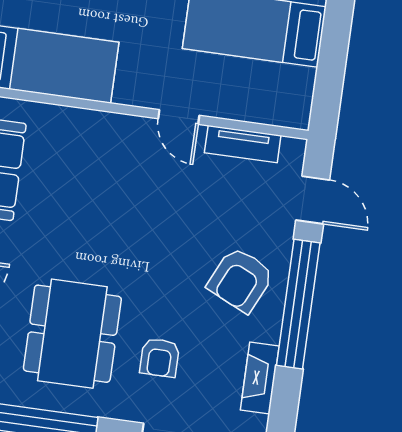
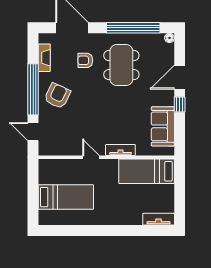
tv unit: (243, 144) -> (120, 150), moved
armchair: (160, 358) -> (85, 60), turned -90

